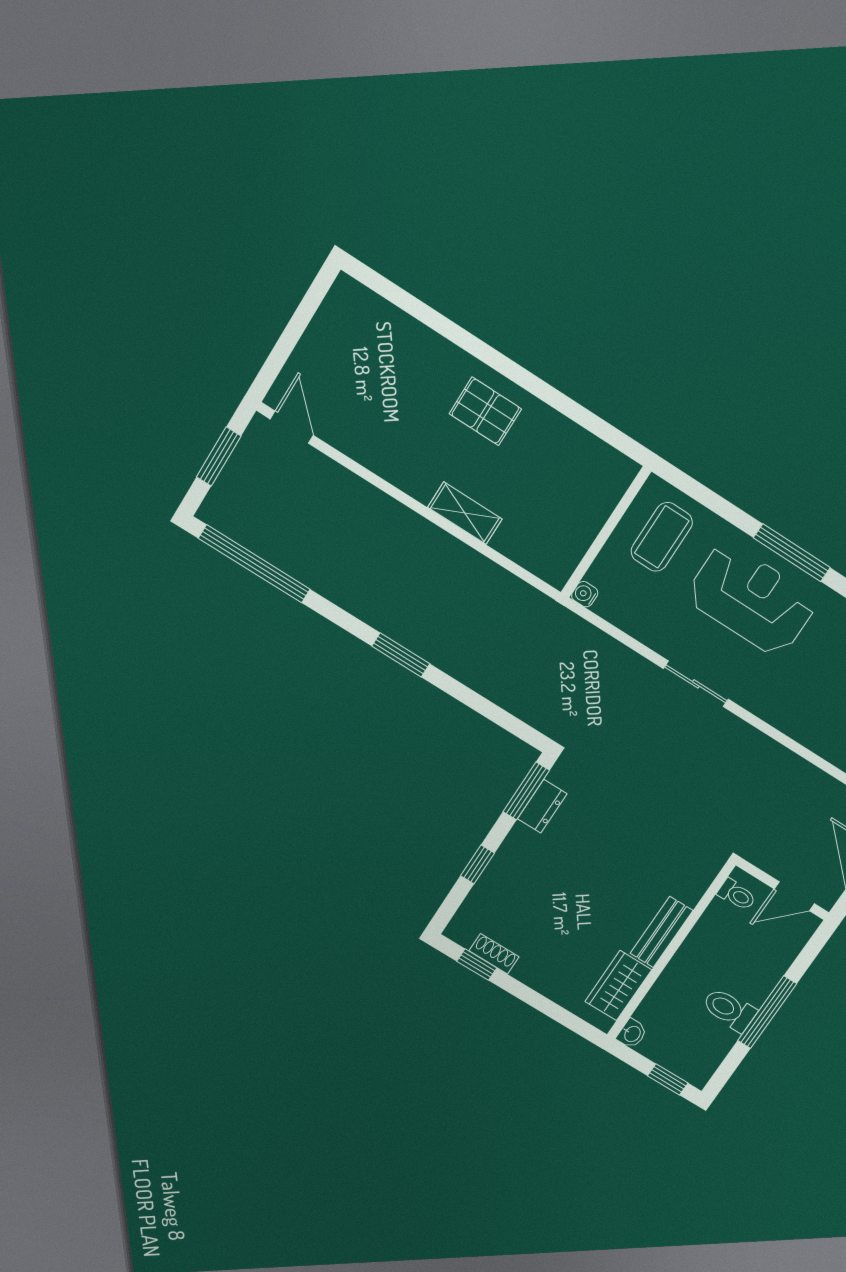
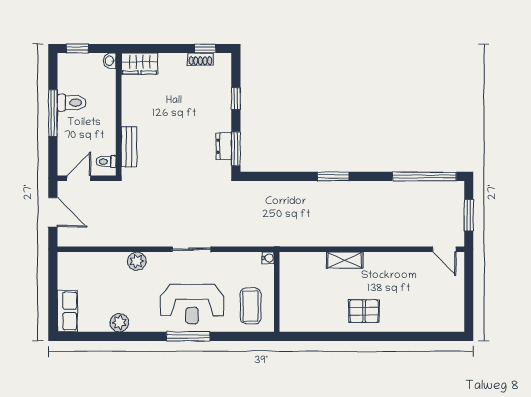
plant: (792, 719) -> (137, 261), added
bench: (662, 932) -> (129, 147), moved
wardrobe: (618, 986) -> (140, 64), moved, turned 90

